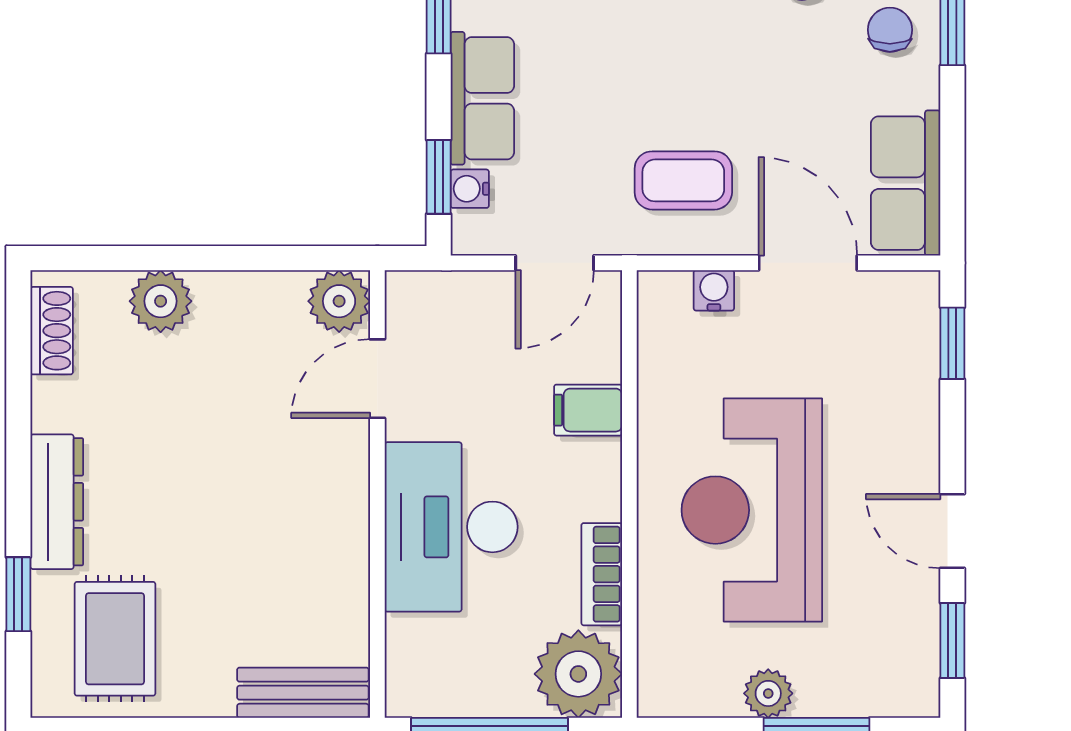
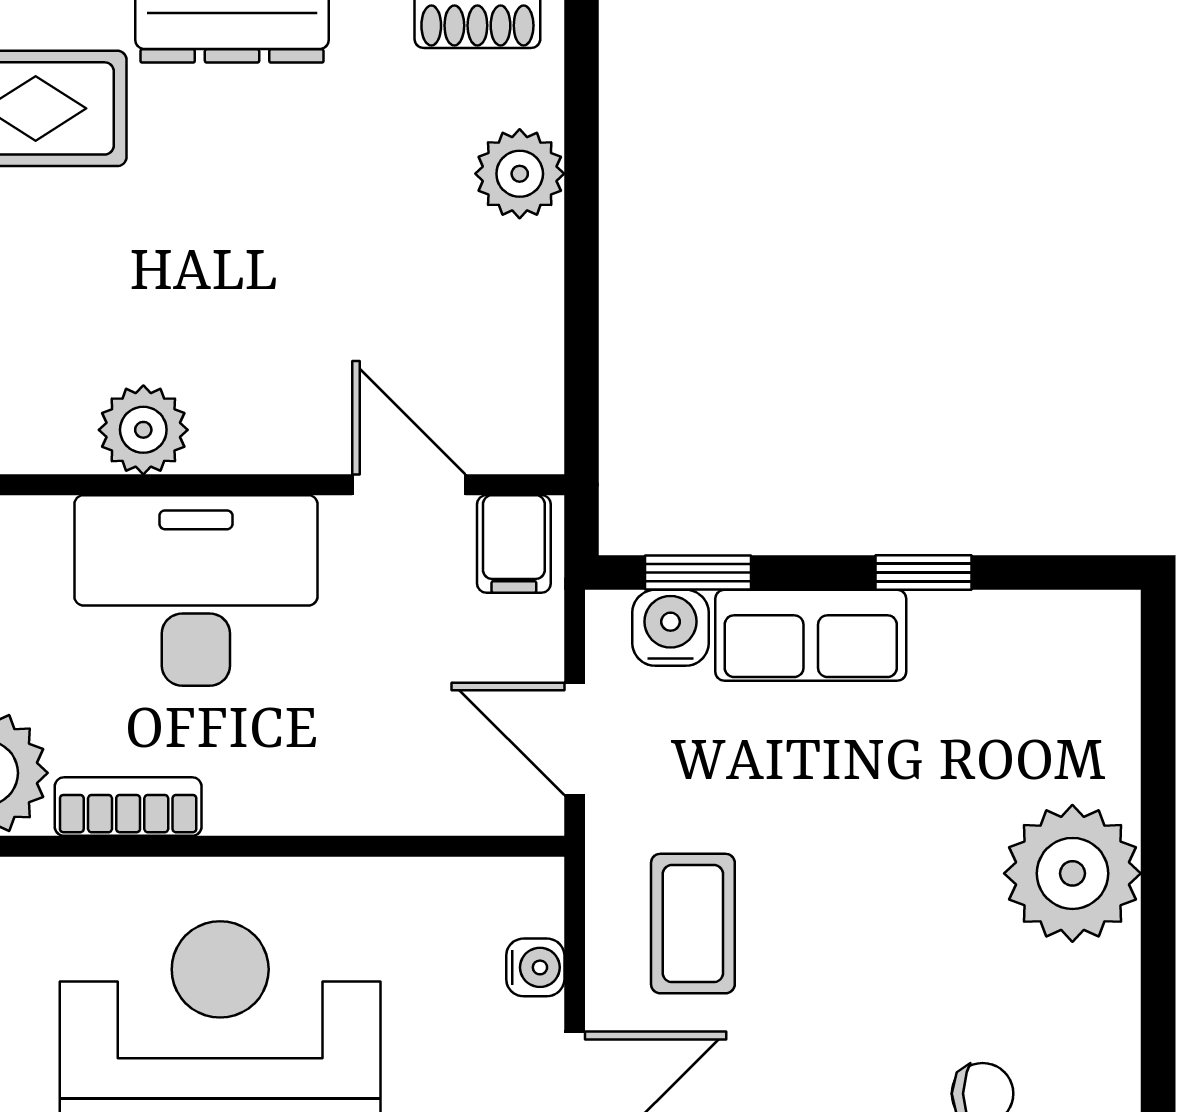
water cooler: (470, 189) -> (670, 628), width x1.38, depth x1.38
plant: (339, 301) -> (143, 430), moved
filing cabinet: (588, 410) -> (514, 544), moved, turned 180

